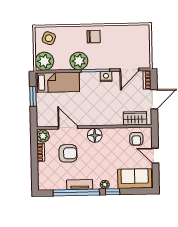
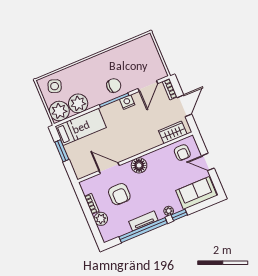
chair: (94, 37) -> (114, 86), moved
plant: (79, 61) -> (78, 103), moved
plant: (43, 136) -> (101, 219), moved
armchair: (68, 153) -> (119, 194), turned 90

